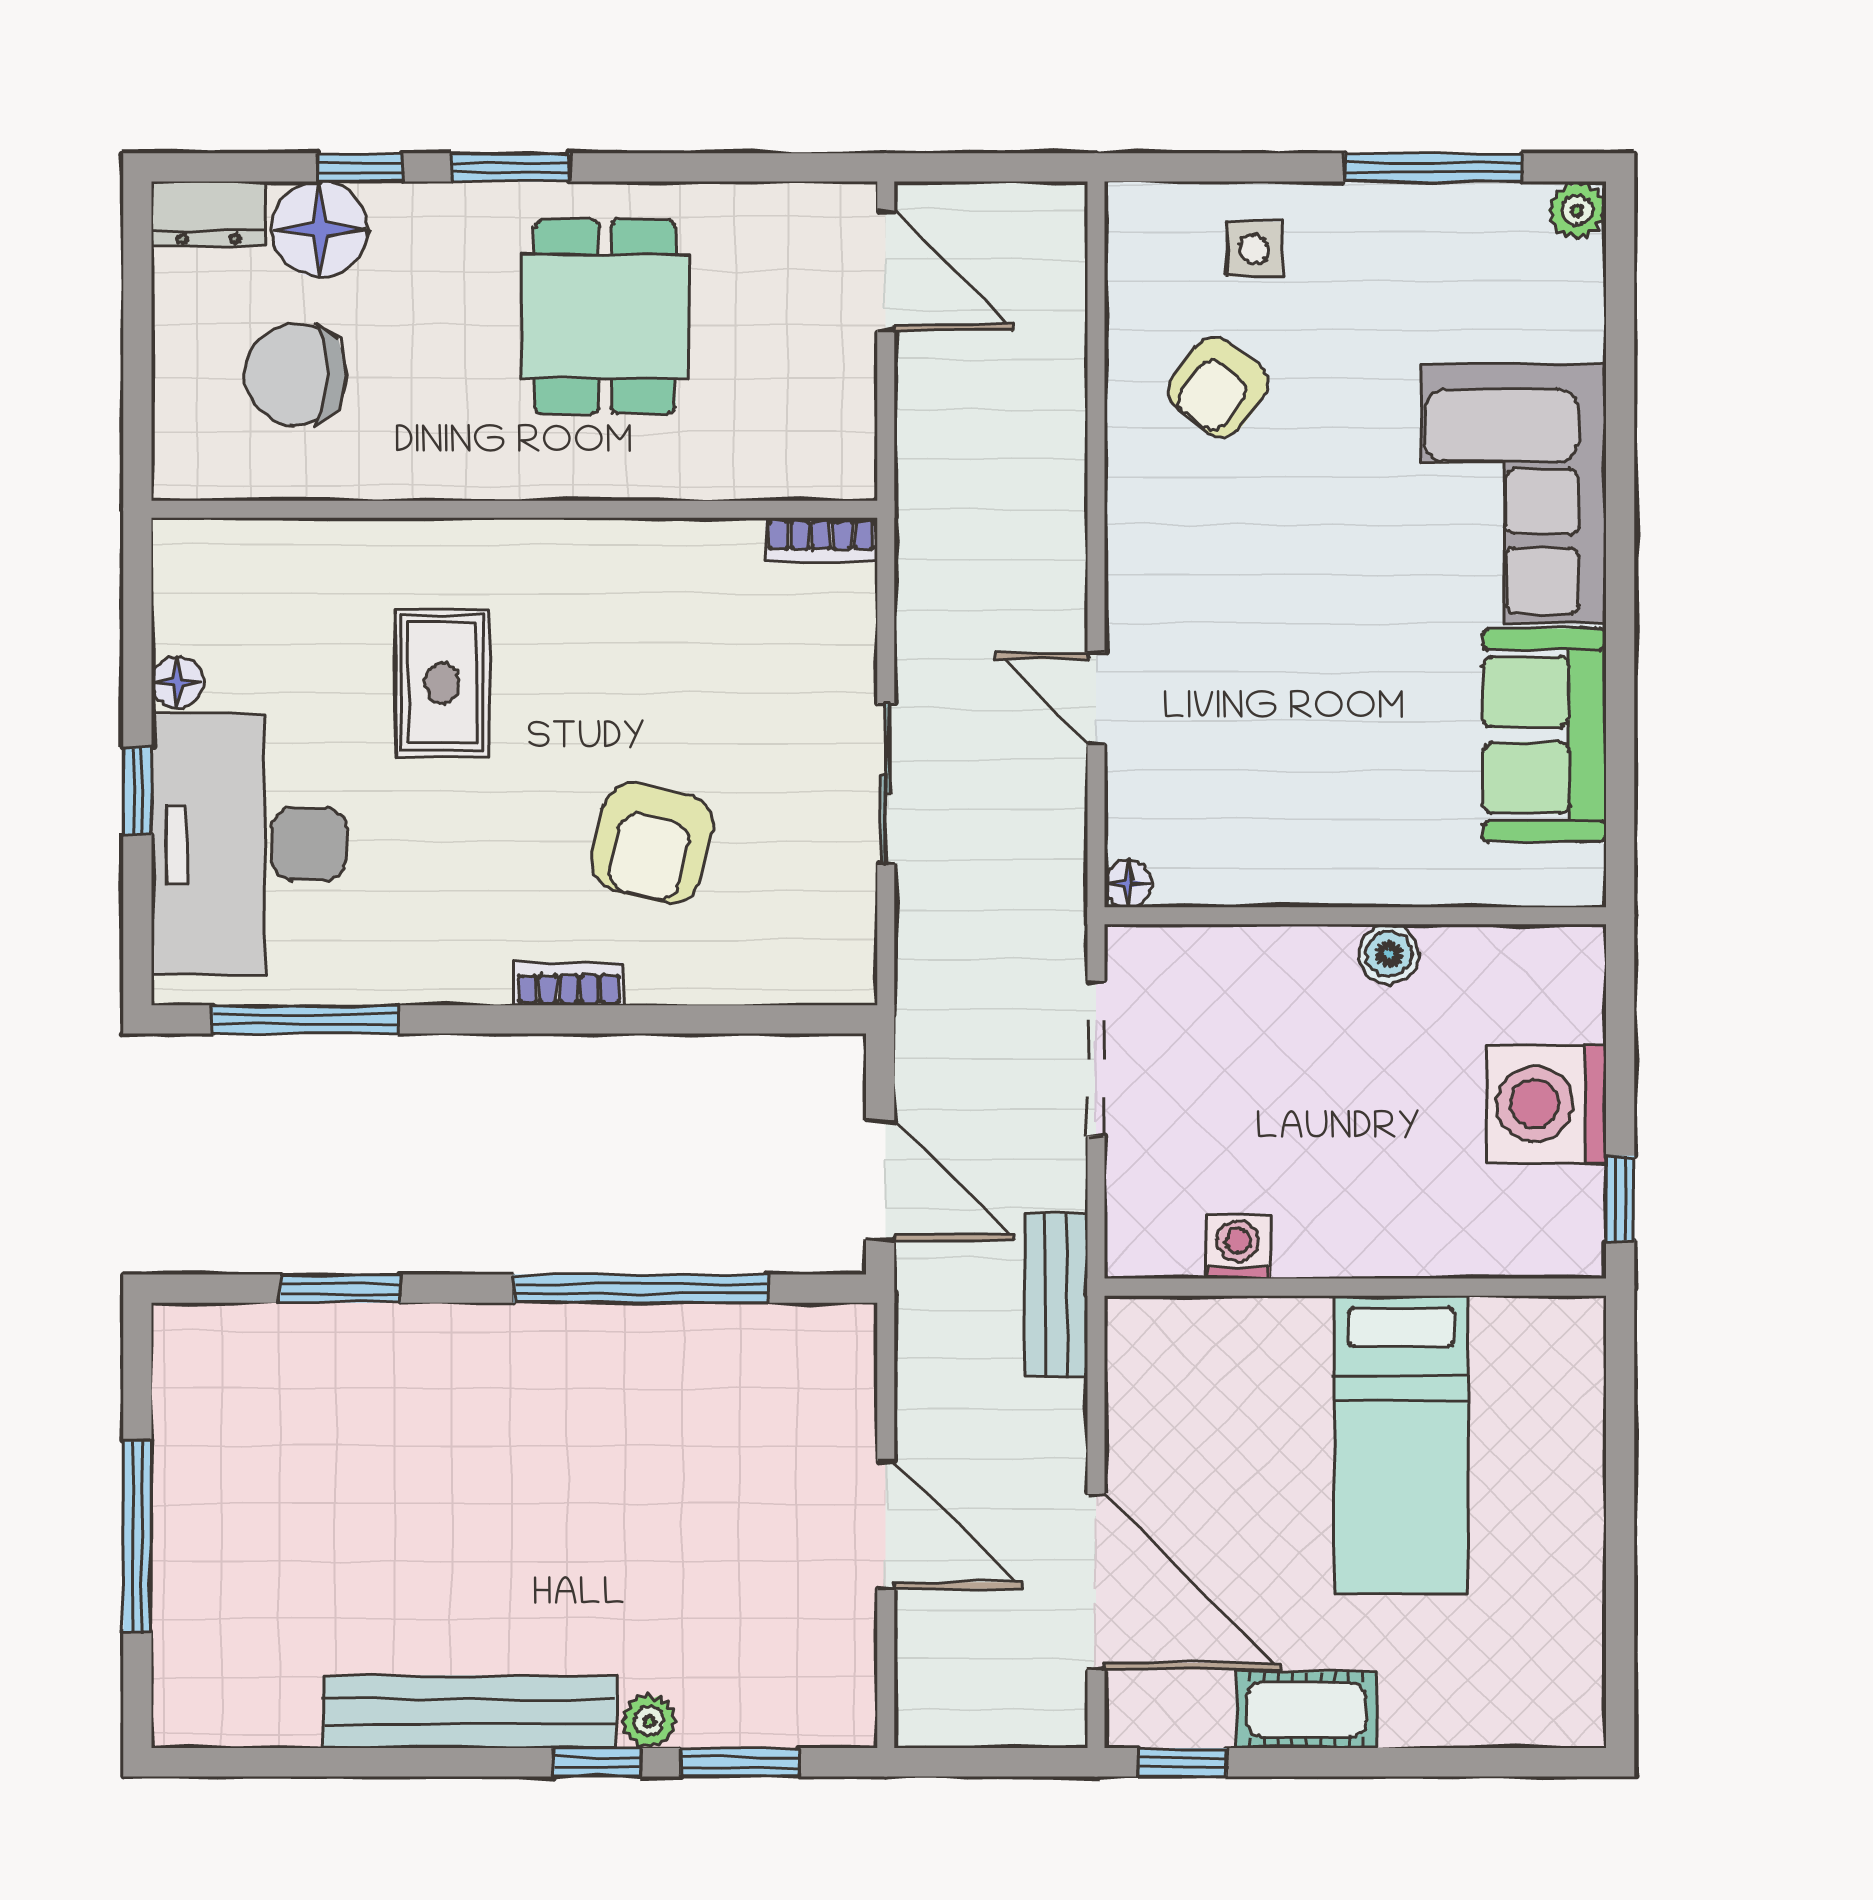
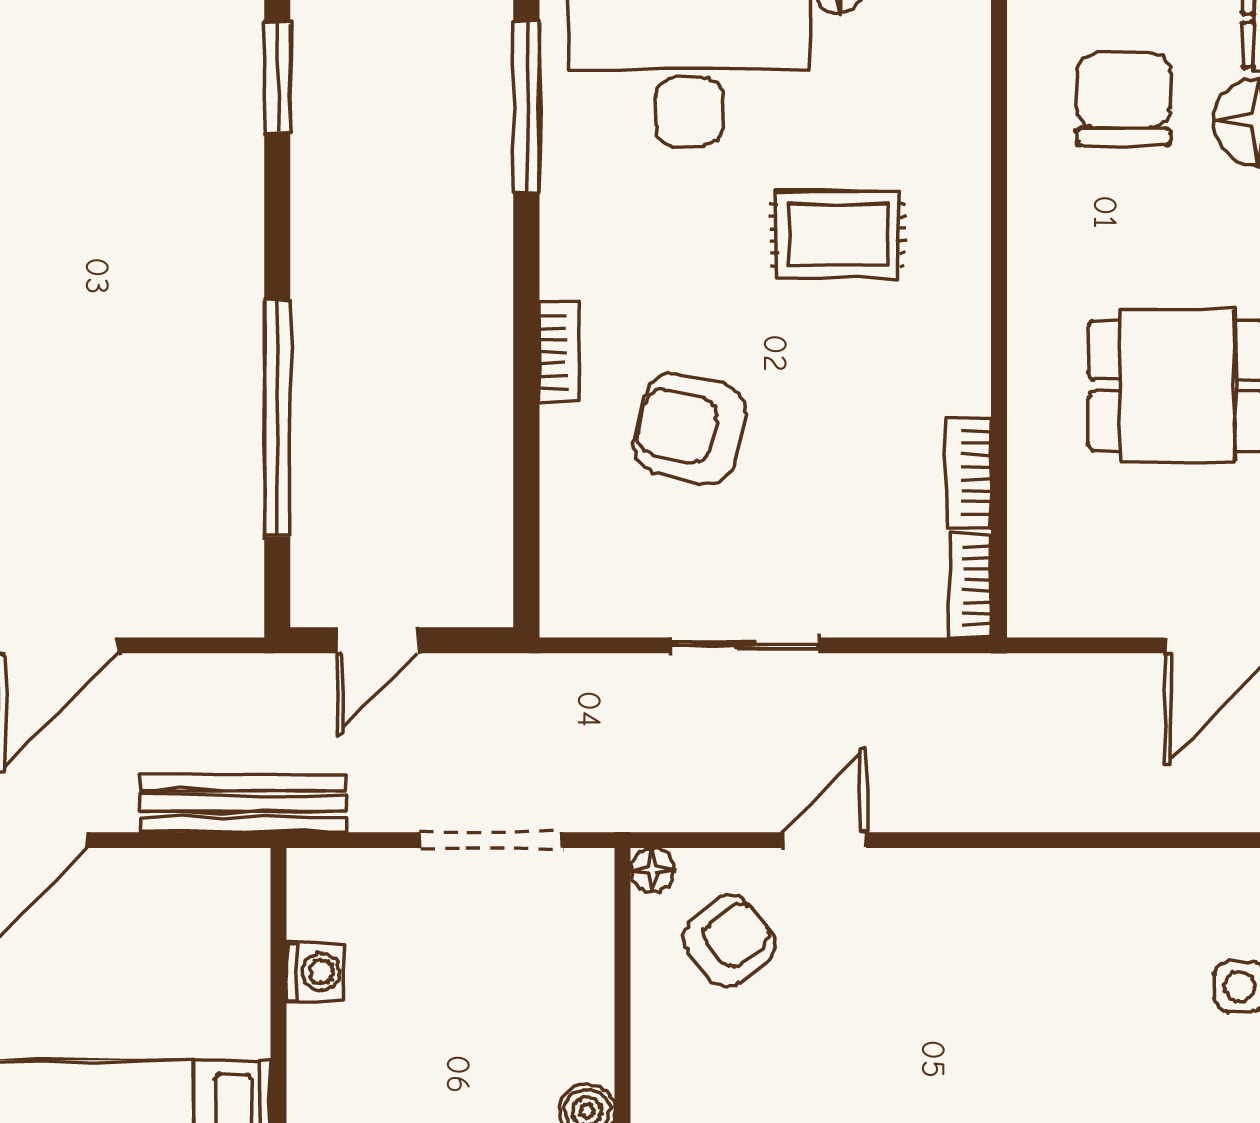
armchair: (1218, 387) -> (729, 941), moved, turned 105
bookcase: (700, 542) -> (969, 473), added
door: (880, 1180) -> (378, 640), width x0.73
window: (340, 1289) -> (277, 77), moved
bench: (1056, 1295) -> (244, 804), width x1.36

